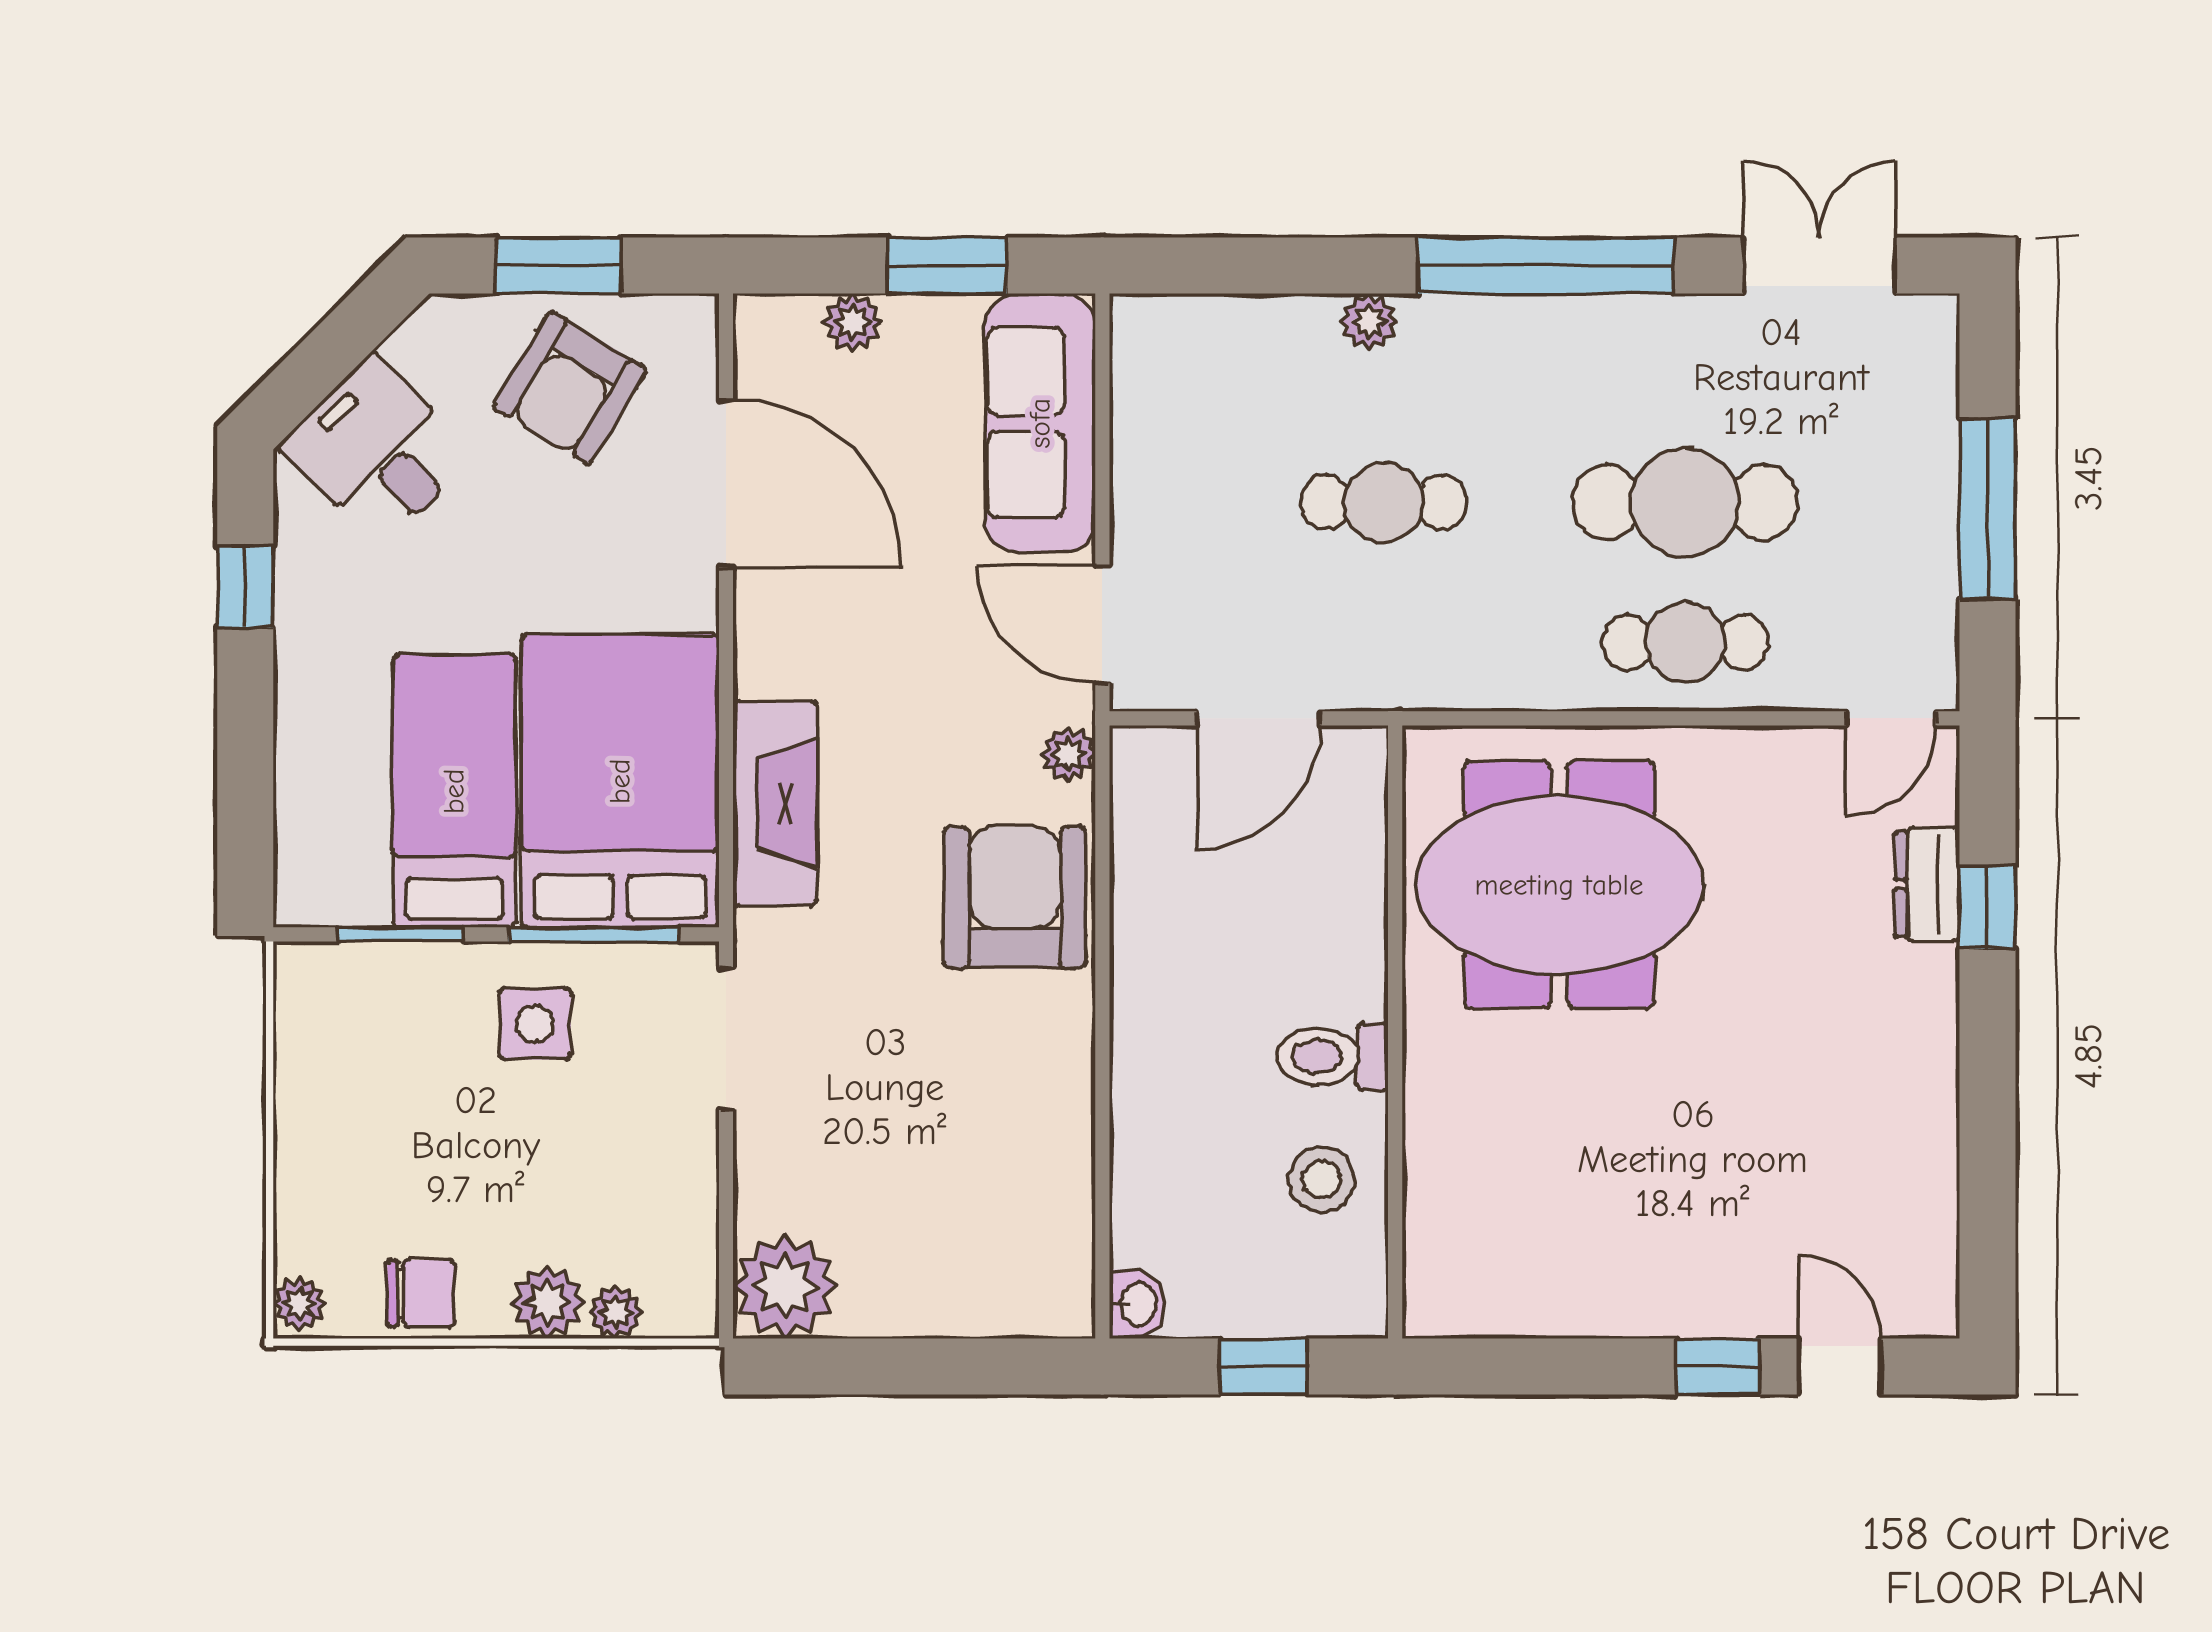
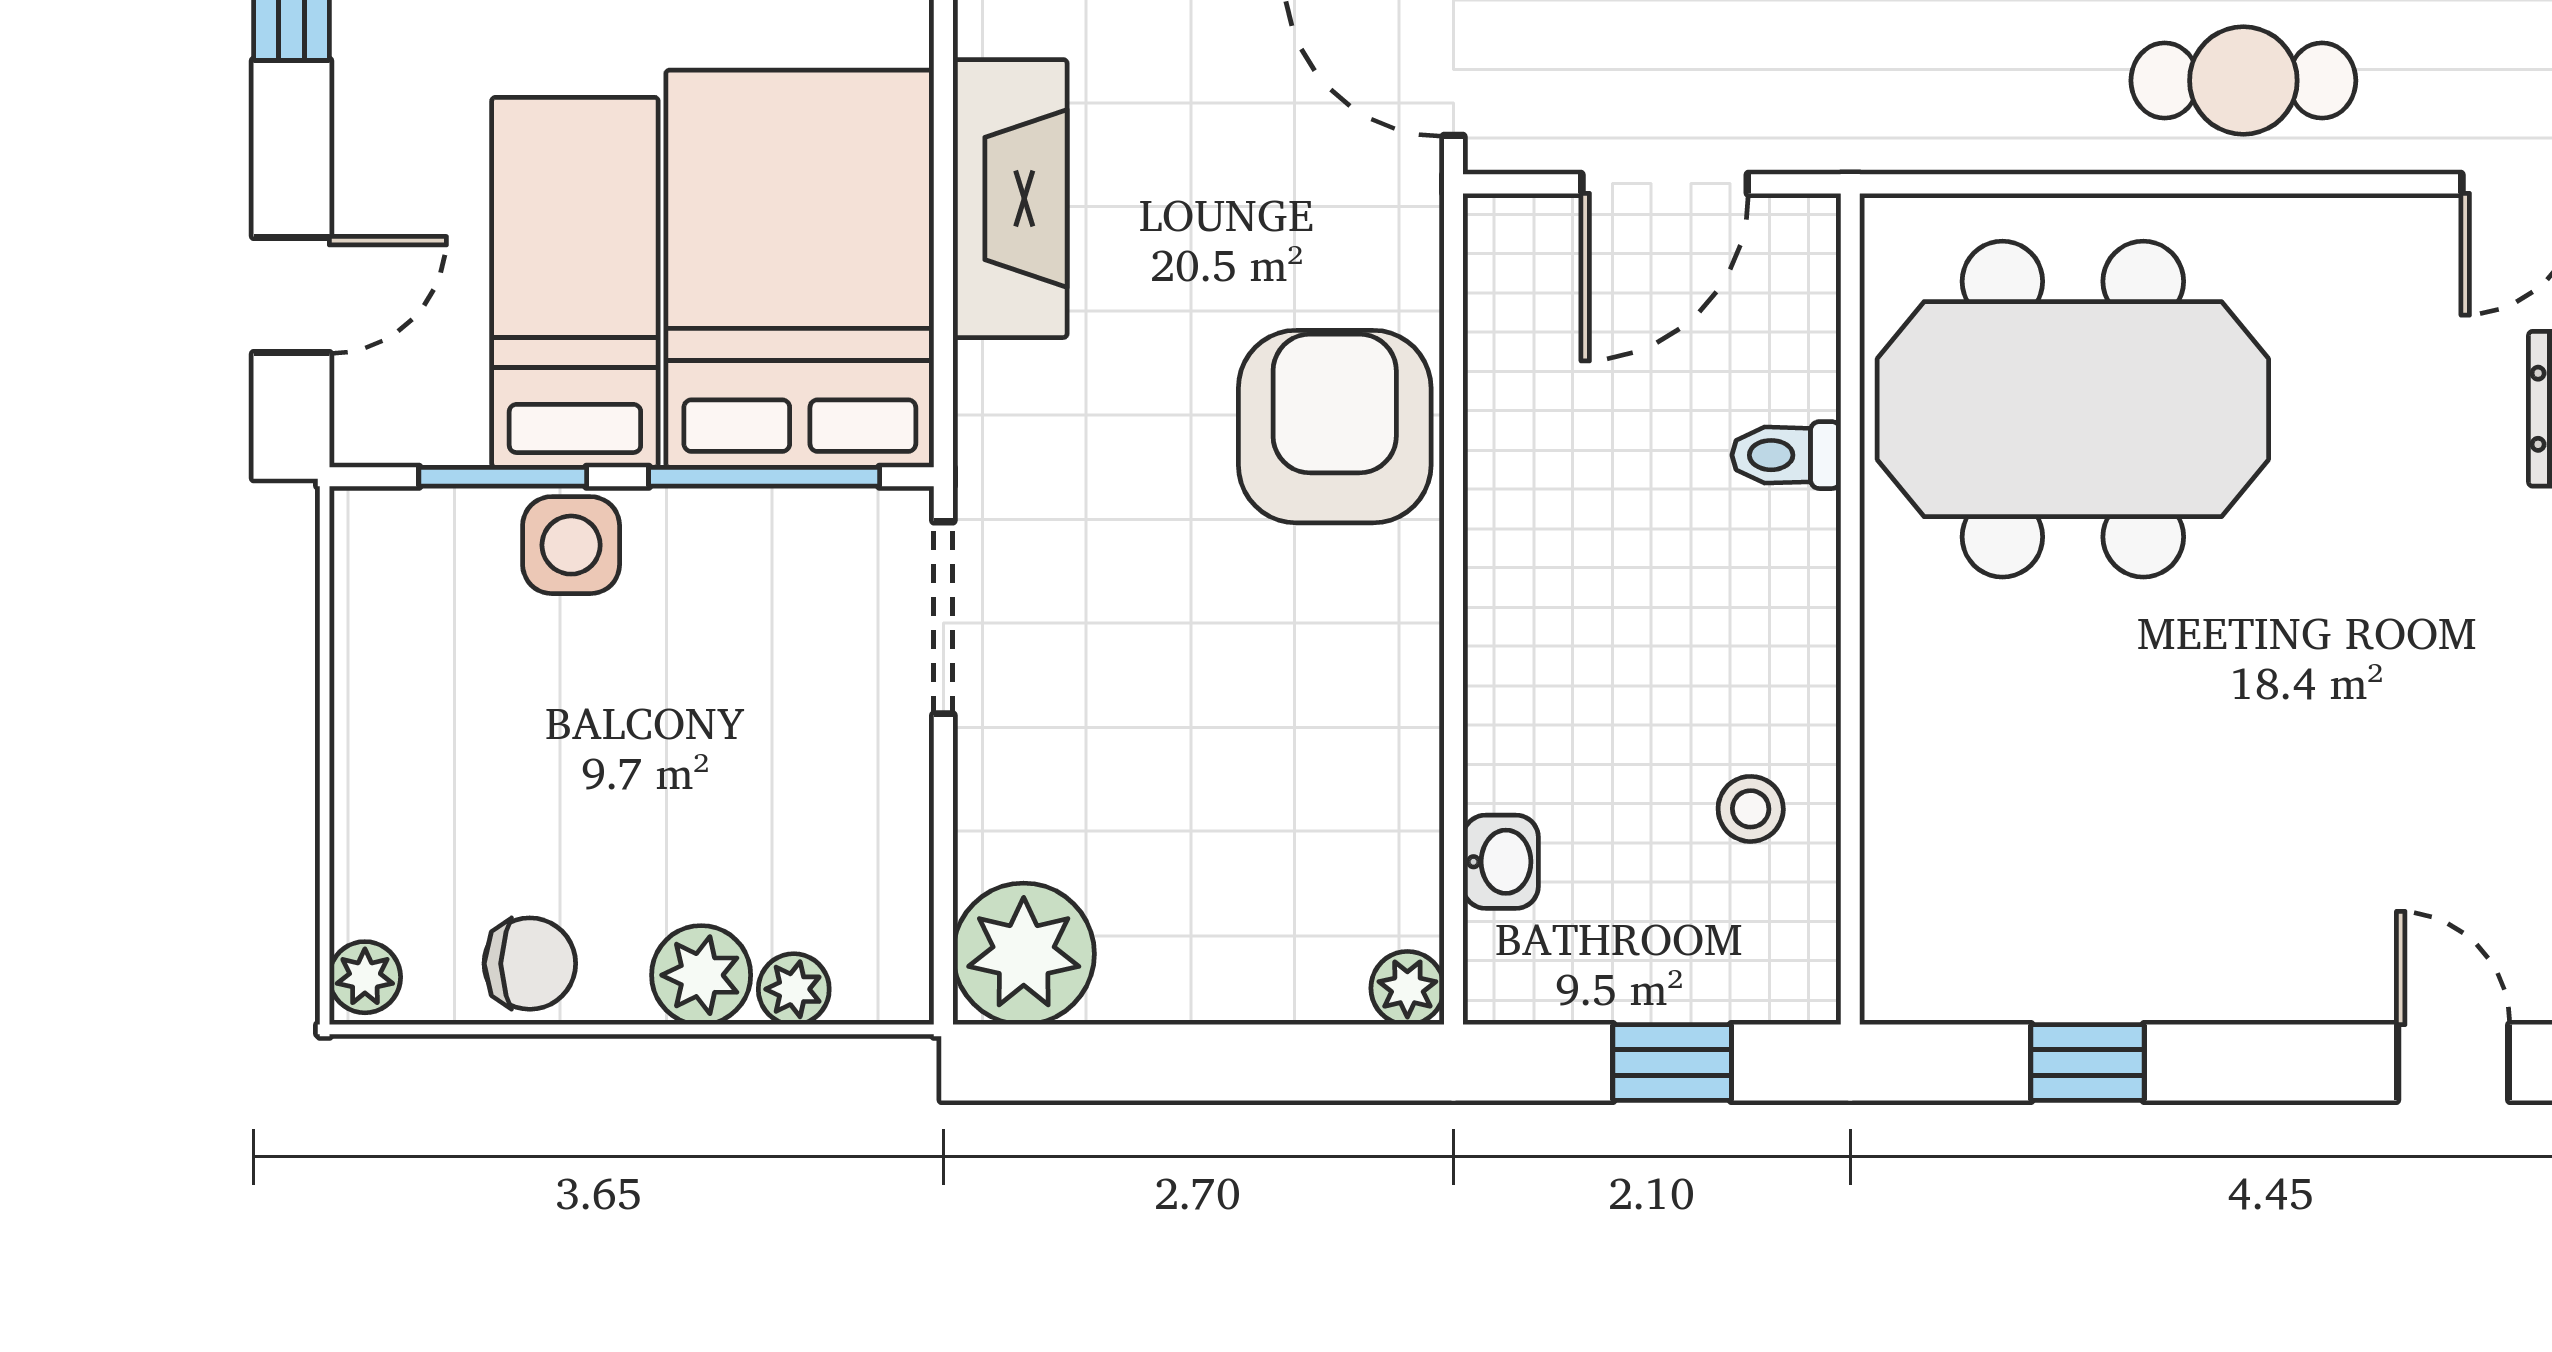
plant: (1068, 754) -> (1407, 988), moved
door: (245, 800) -> (291, 295), added
fireplace: (775, 803) -> (1010, 199), moved
side table: (535, 1024) -> (571, 545), moved
toilet: (1332, 1056) -> (1786, 455), moved, width x0.73, depth x0.72
stool: (1322, 1179) -> (1751, 809), width x0.73, depth x0.73
washbasin: (1137, 1304) -> (1501, 862), moved
window: (1718, 1367) -> (2087, 1062), moved

